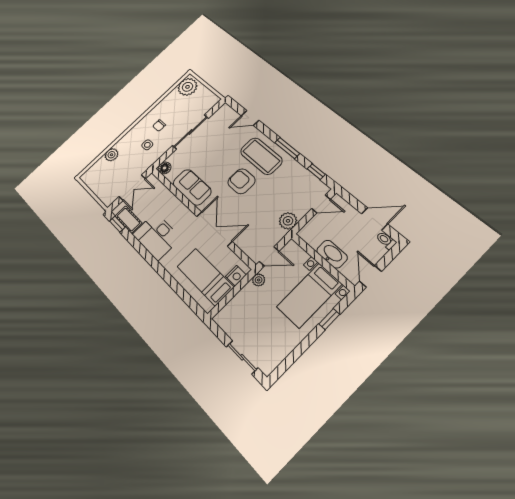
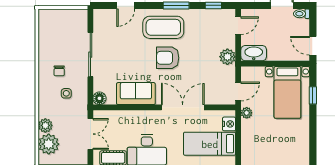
plant: (187, 87) -> (49, 144), moved
washbasin: (332, 254) -> (254, 53), moved

